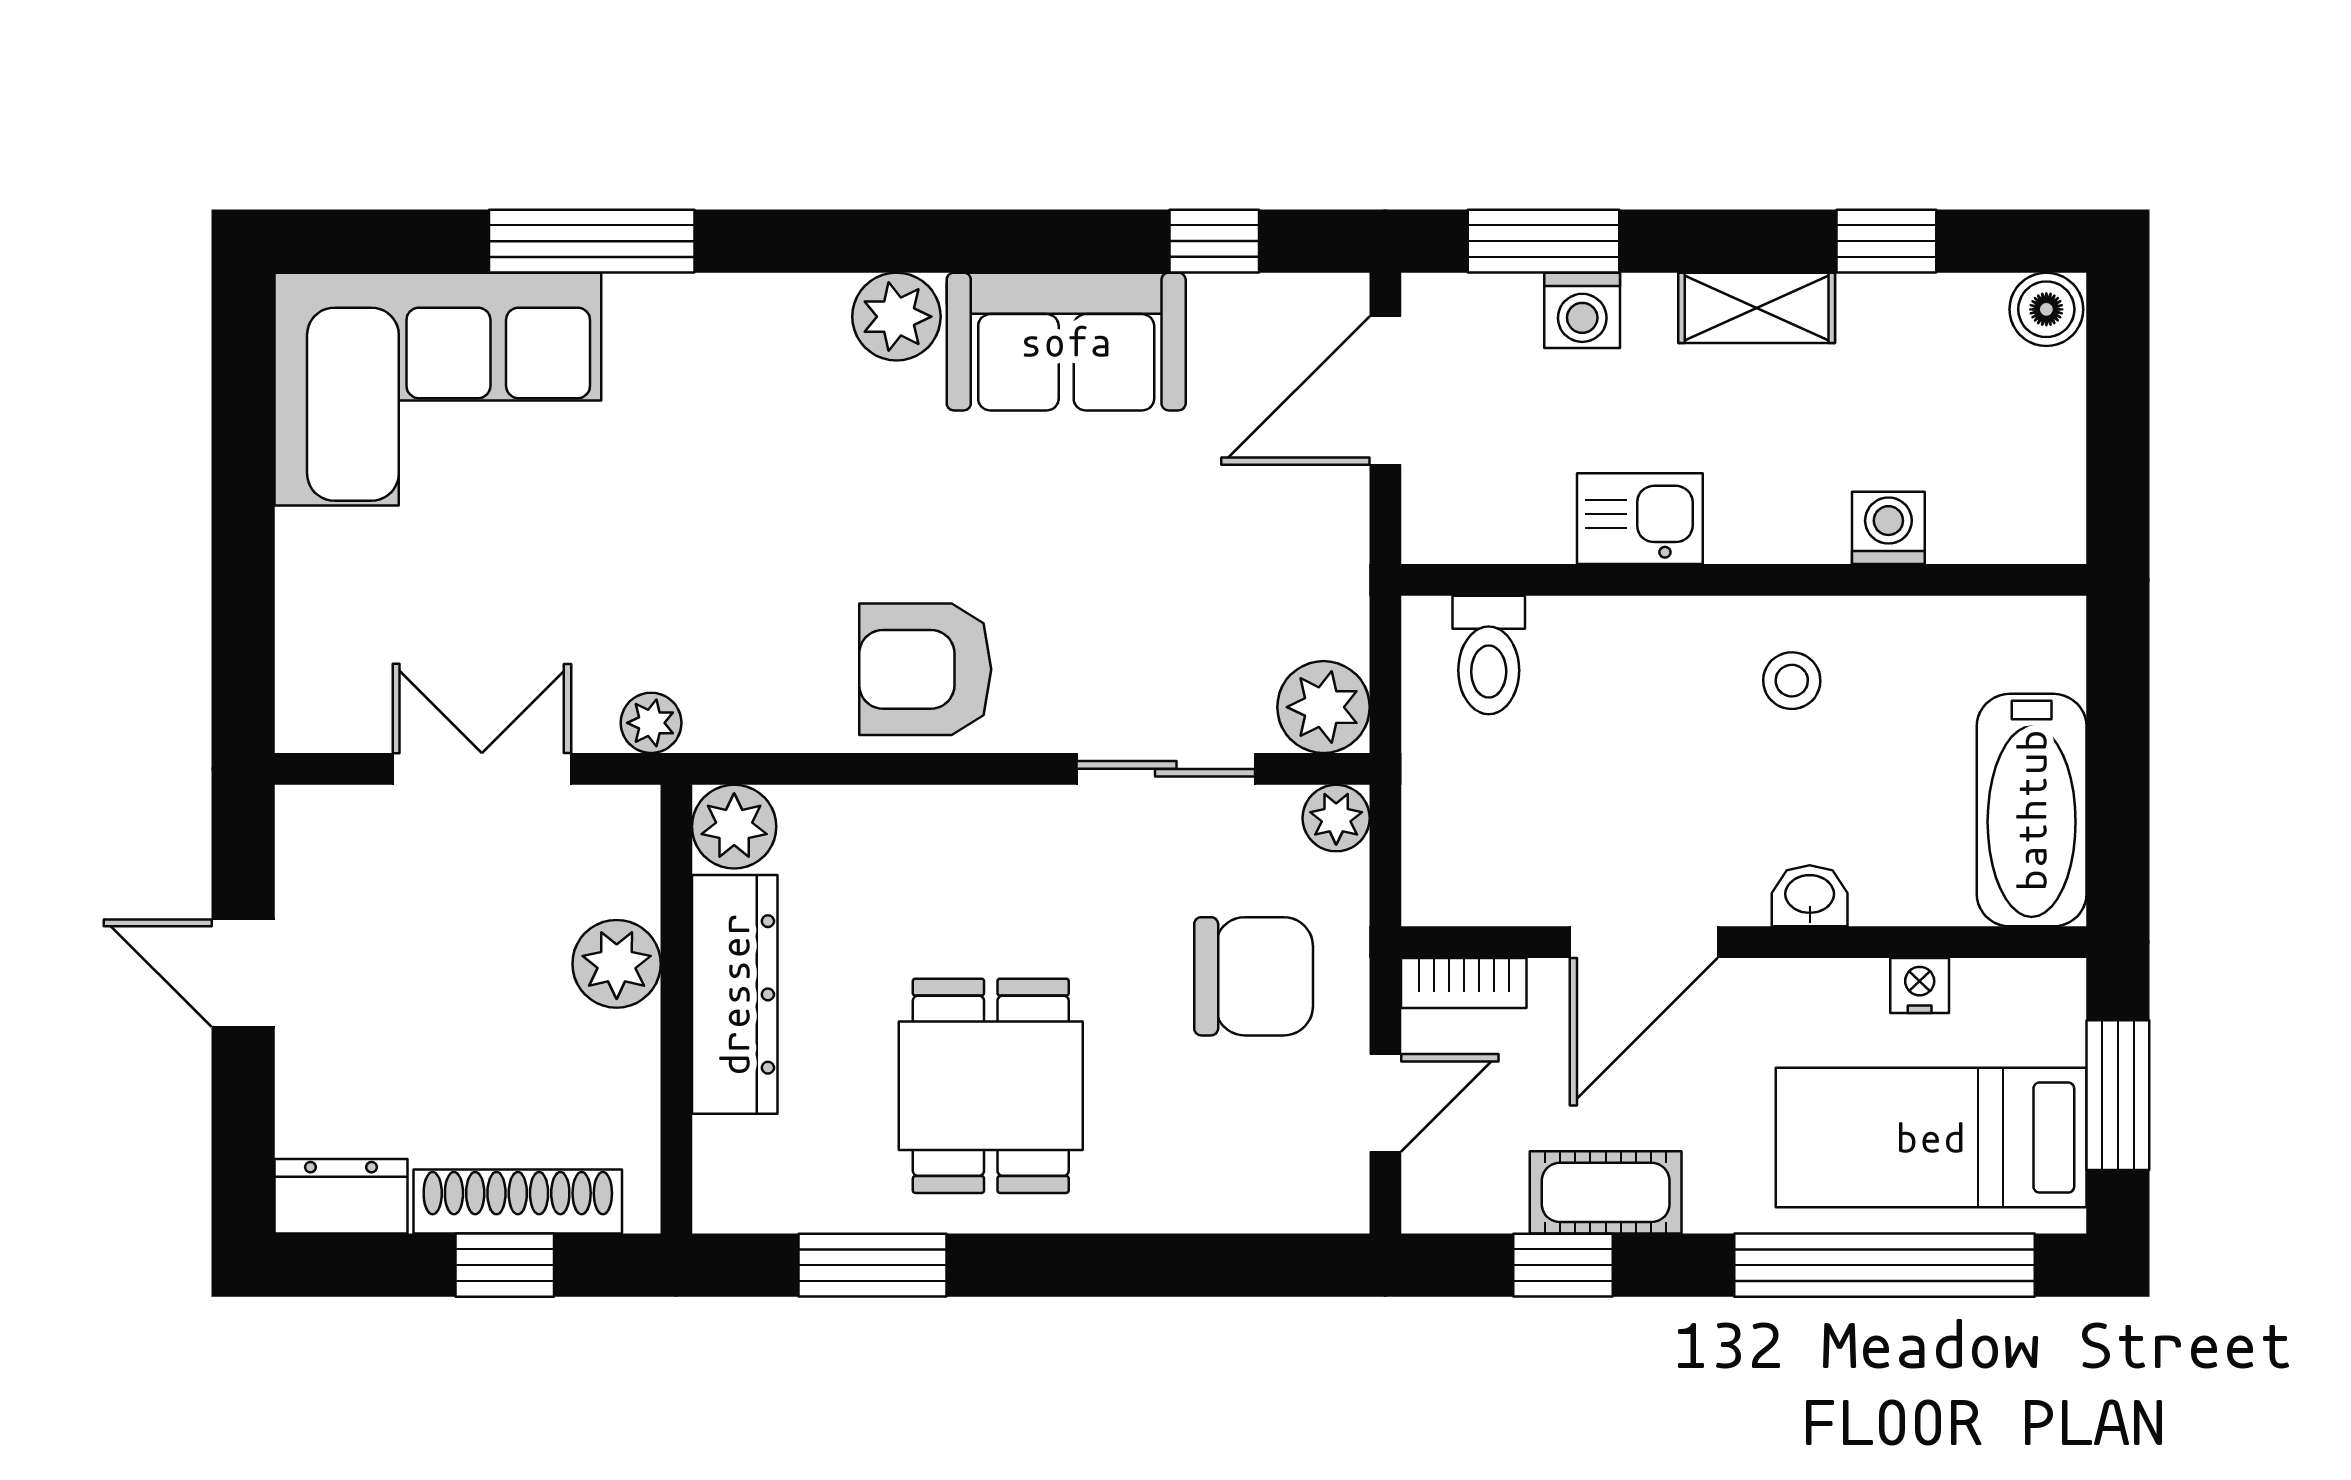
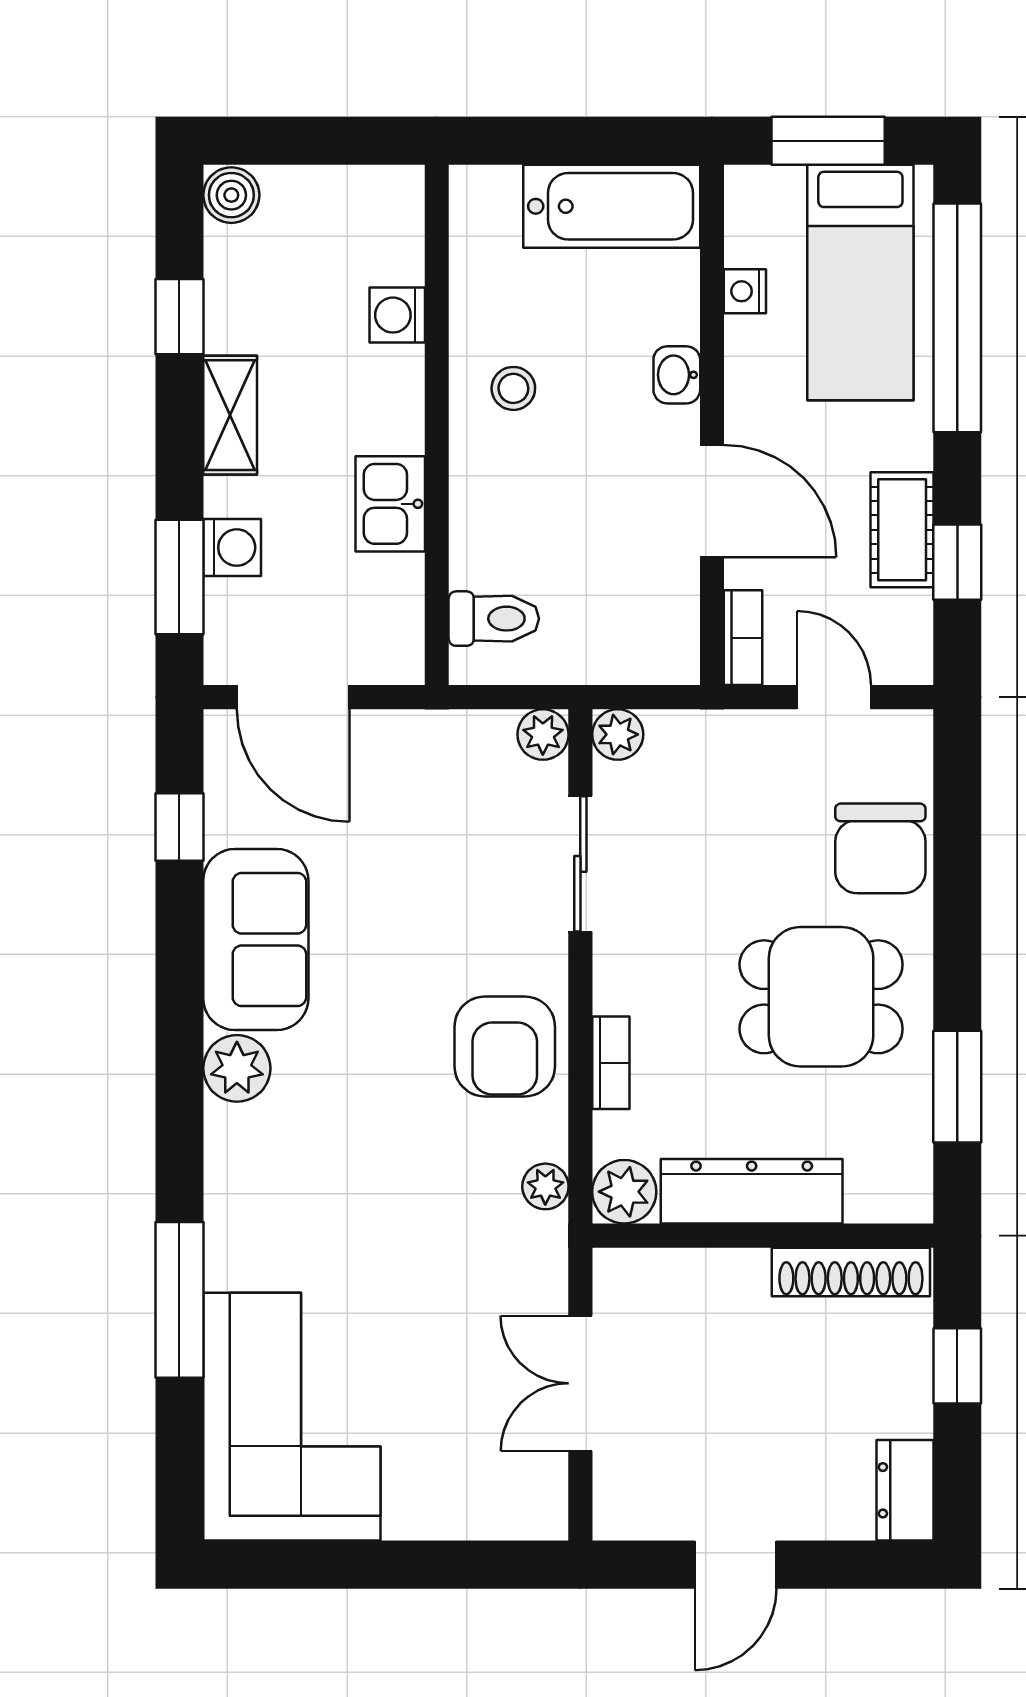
plant: (1324, 707) -> (543, 735), width x0.73, depth x0.73
plant: (651, 723) -> (545, 1186), moved
bookcase: (904, 809) -> (611, 1063), added
plant: (617, 964) -> (728, 1281), removed
chair: (1254, 976) -> (880, 848), moved, turned 180
shoe rack: (518, 1202) -> (851, 1272), moved, turned -90

